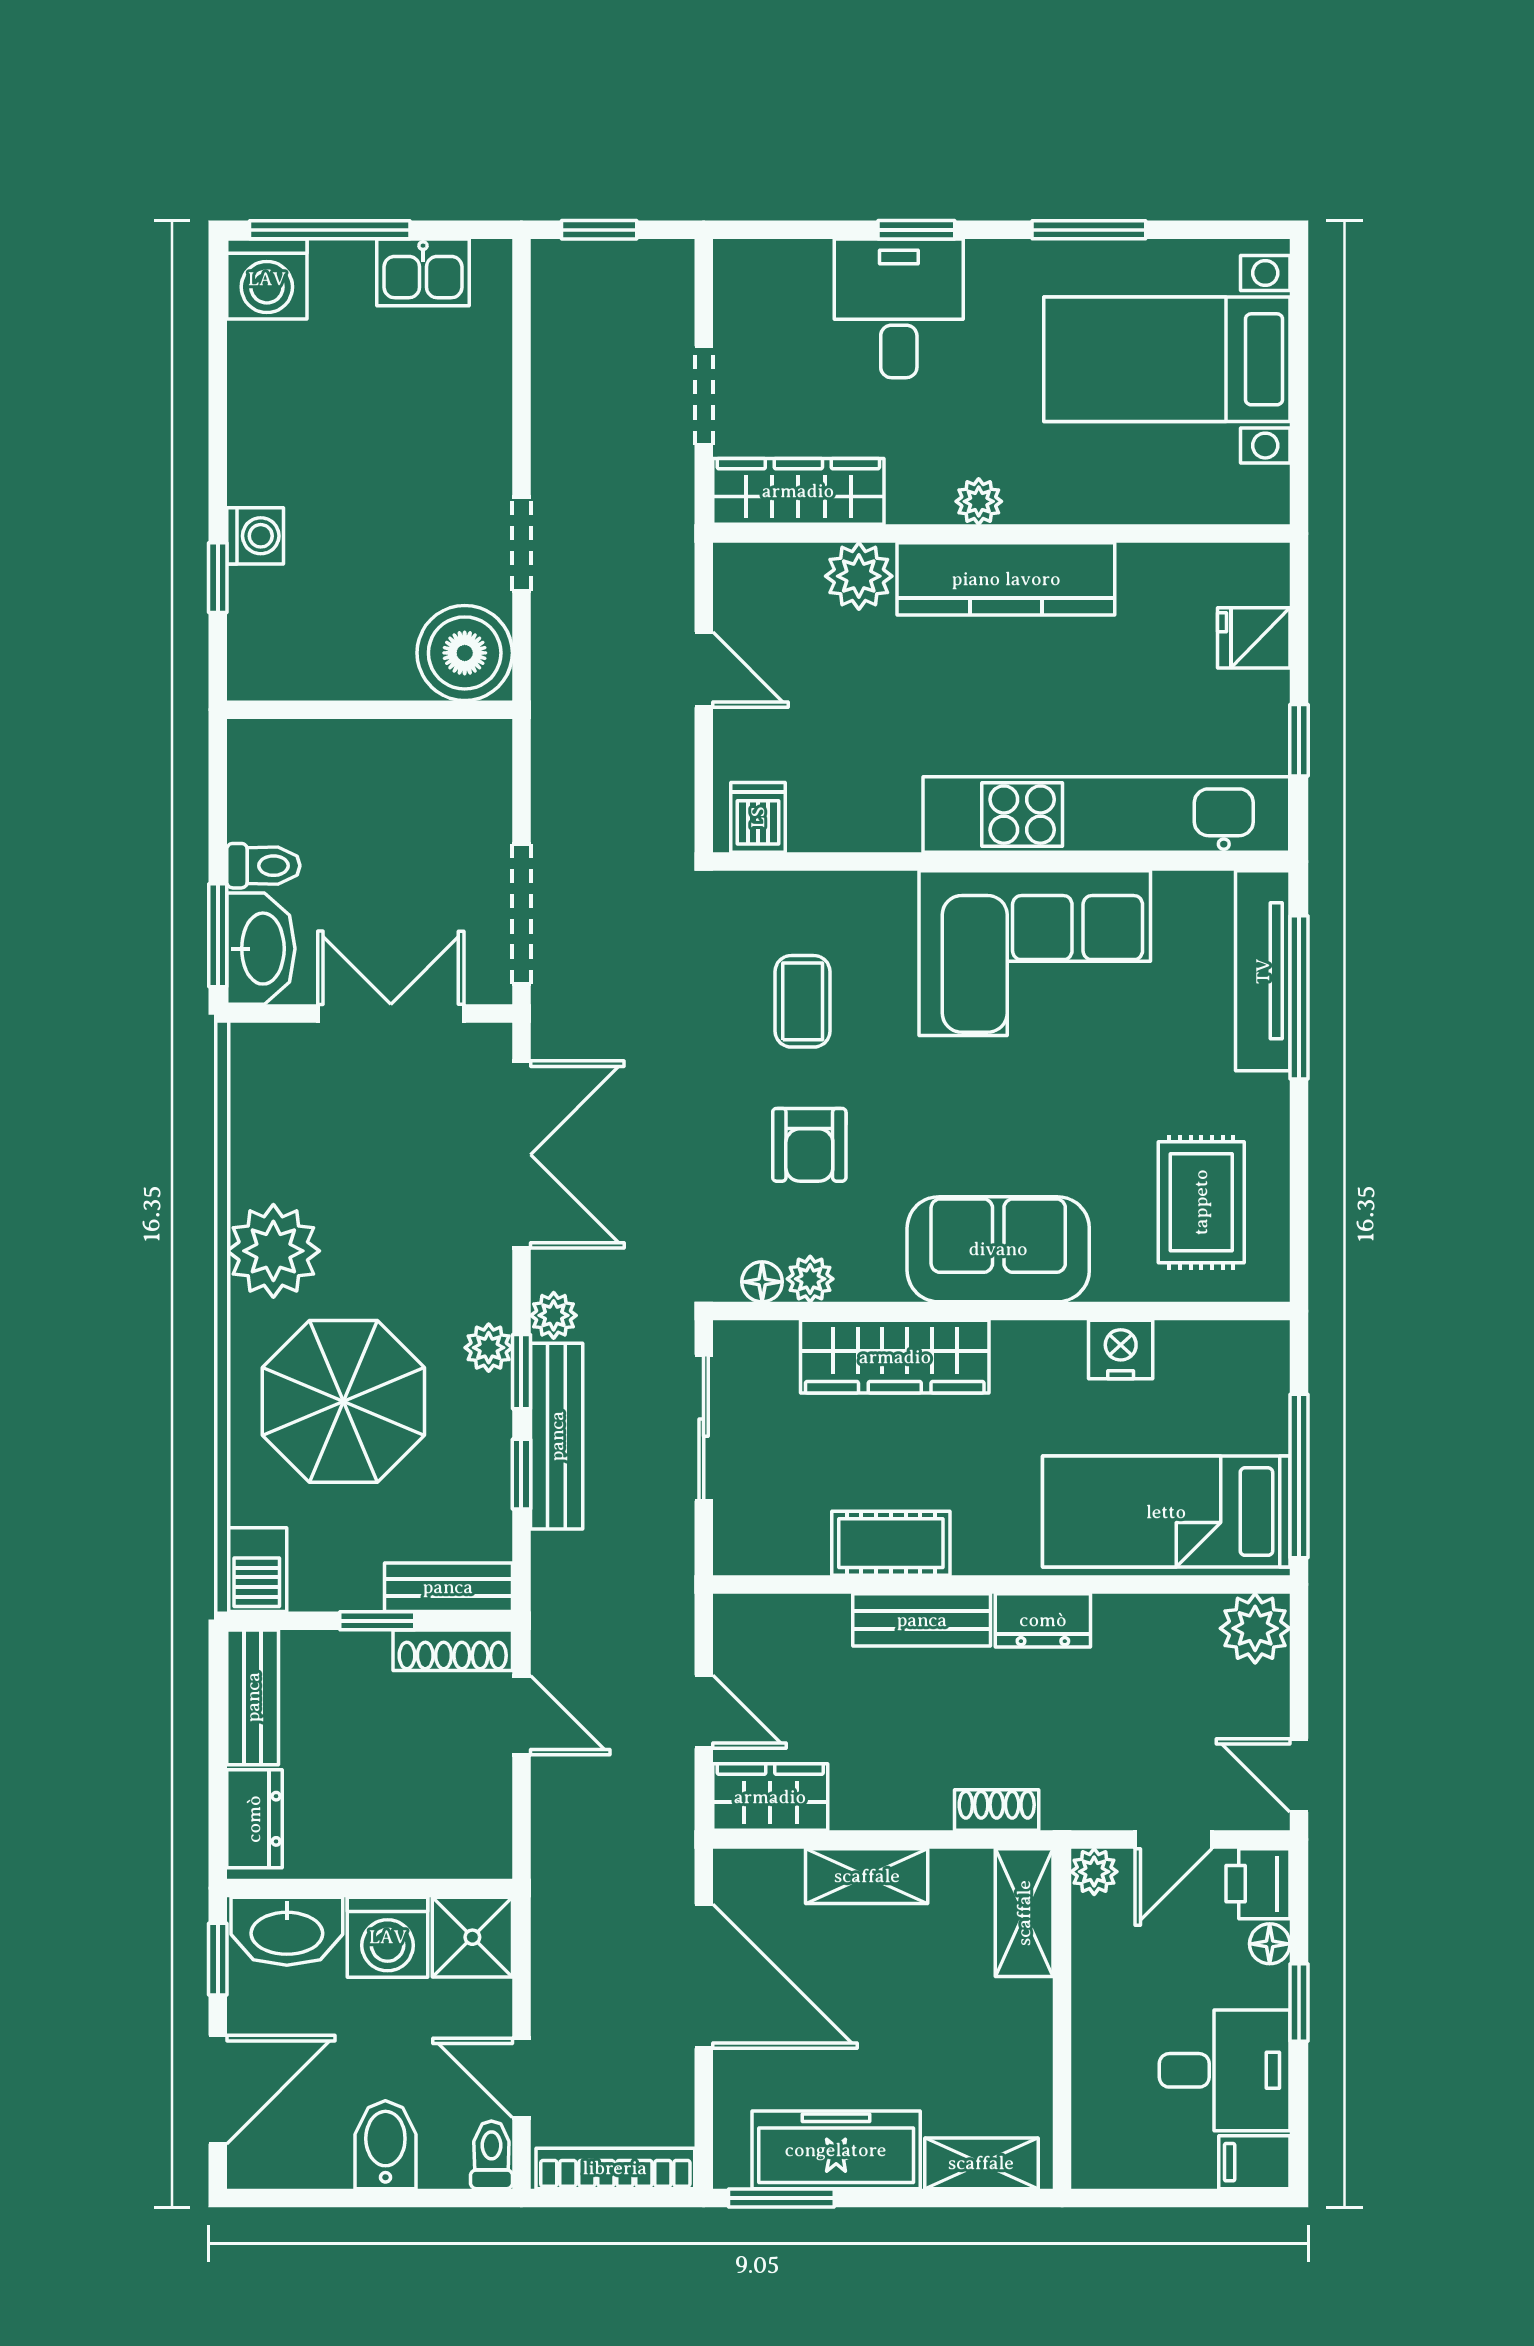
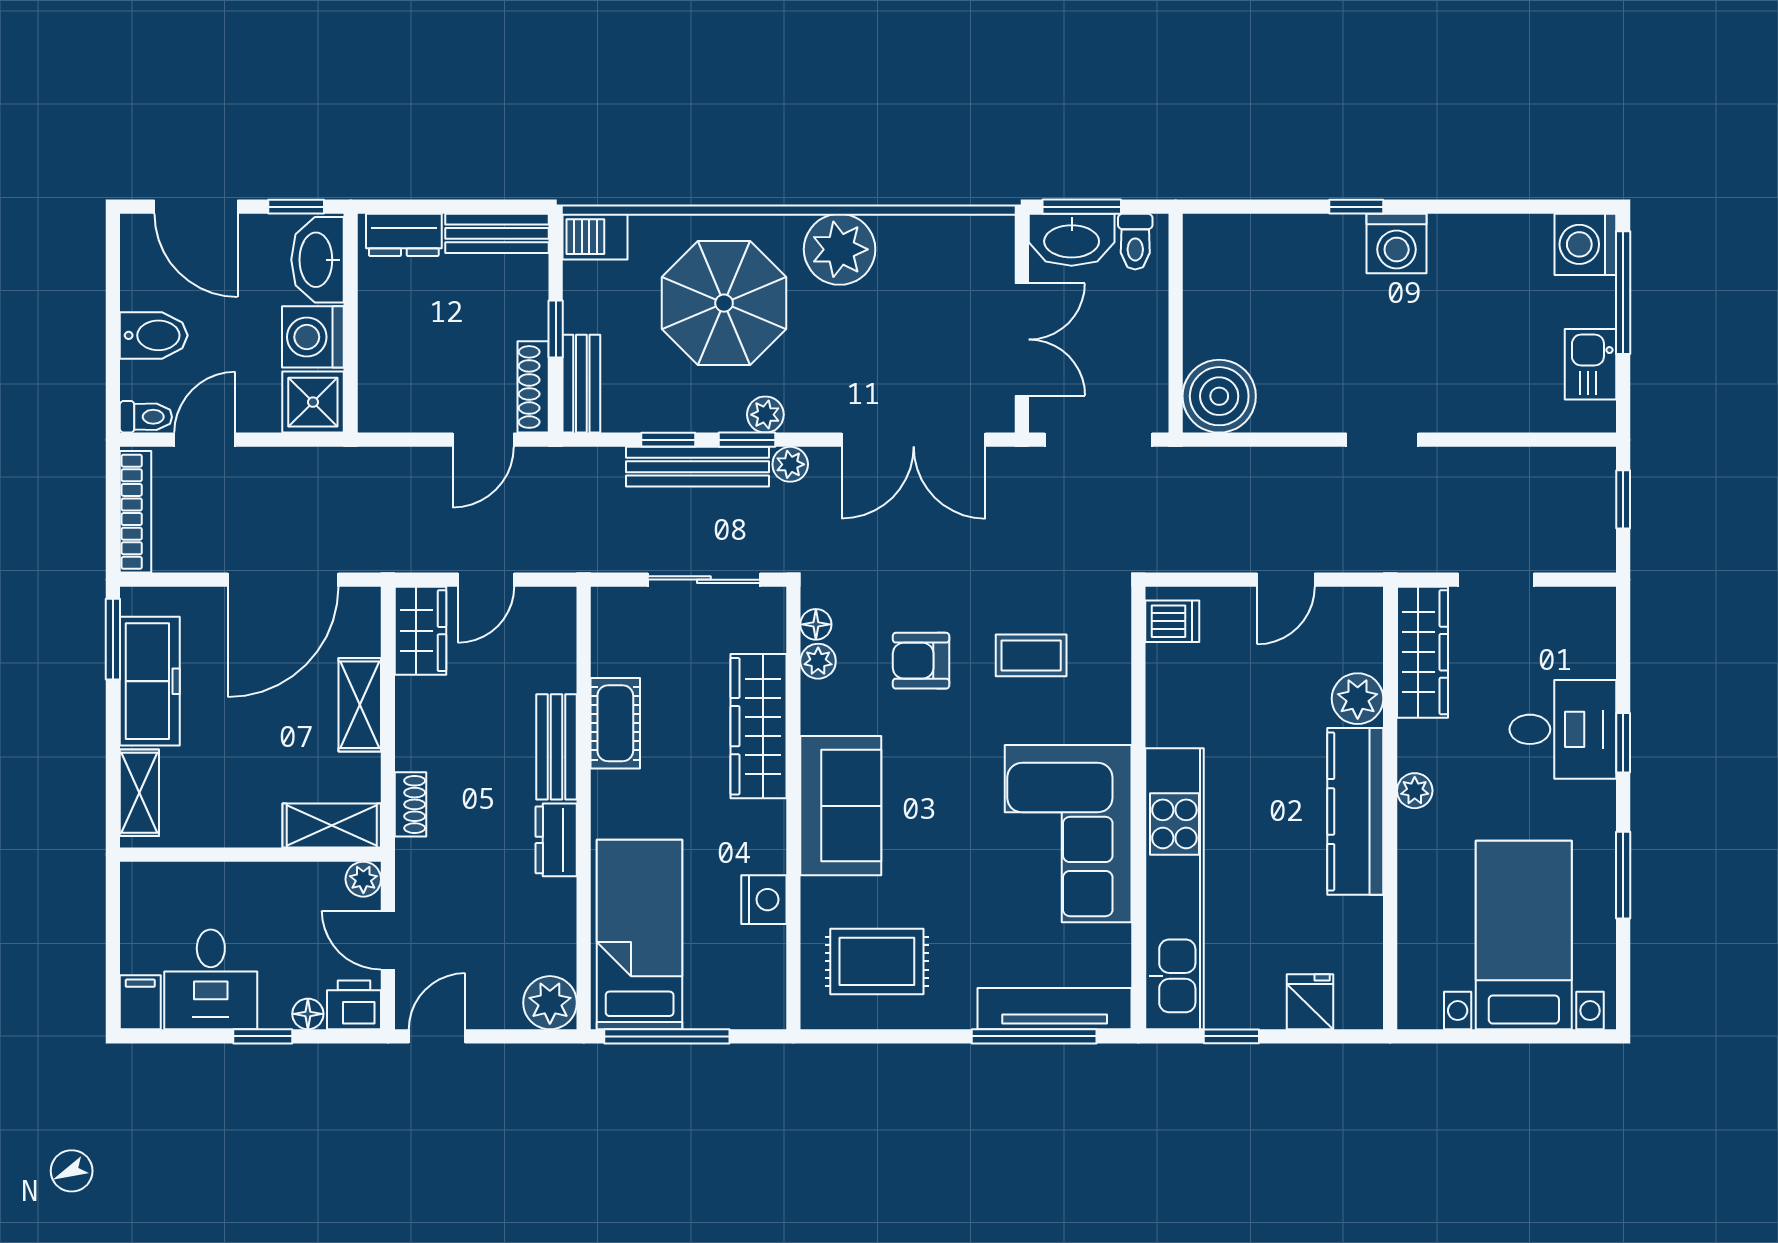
washing machine: (255, 536) -> (1397, 244), width x1.38, depth x1.38
boiler: (465, 653) -> (1219, 396), moved
wall: (370, 710) -> (1176, 323), moved

